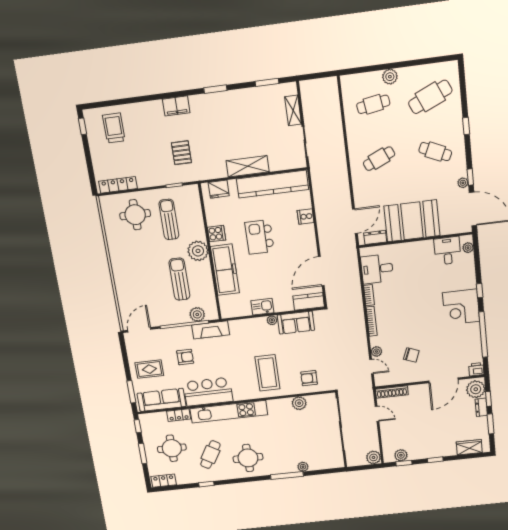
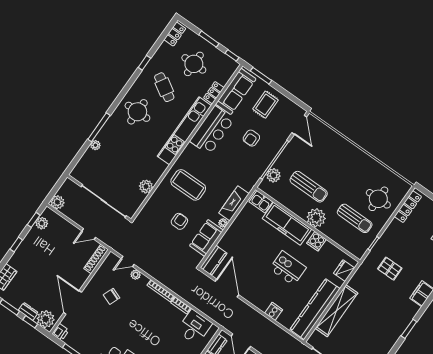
shelving: (248, 166) -> (337, 311), width x1.47
kitchen sink: (262, 307) -> (261, 202), moved, turned 90
fireplace: (211, 330) -> (234, 203), moved
armchair: (309, 378) -> (179, 221), moved

